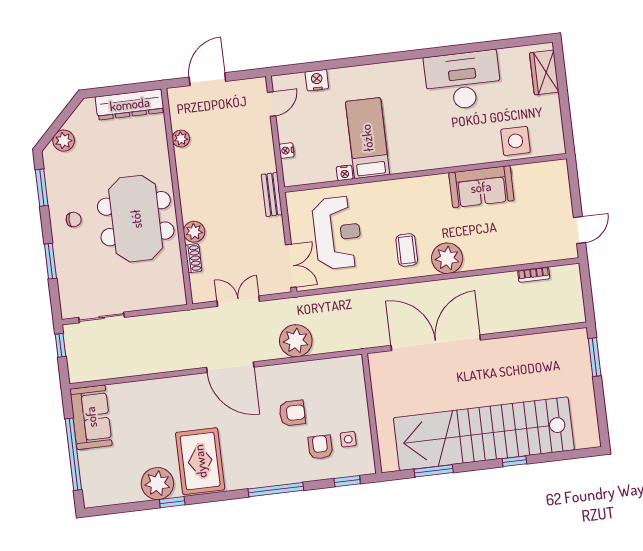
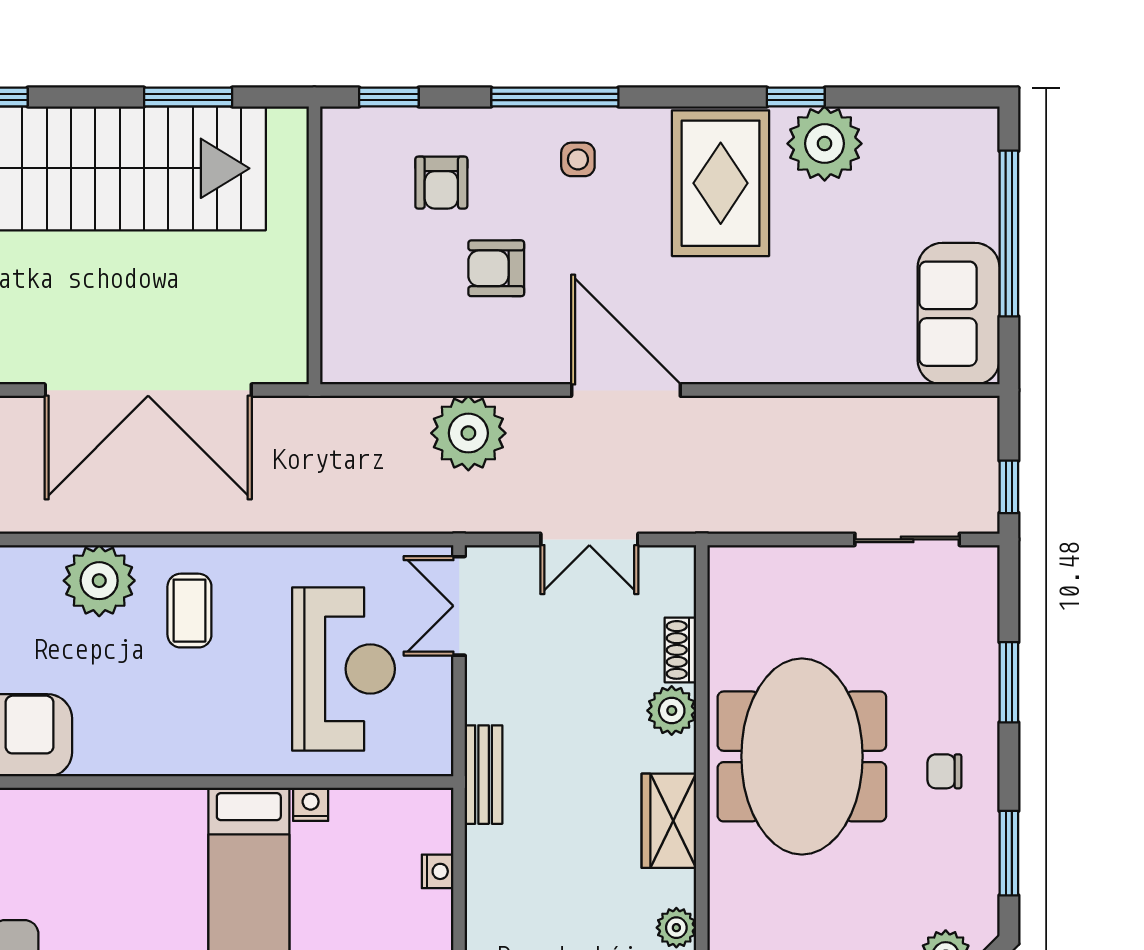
wardrobe: (190, 184) -> (669, 821), added
reception desk: (337, 233) -> (344, 669), turned 180
side table: (348, 439) -> (578, 159), moved

